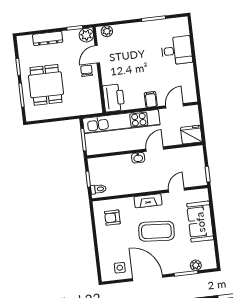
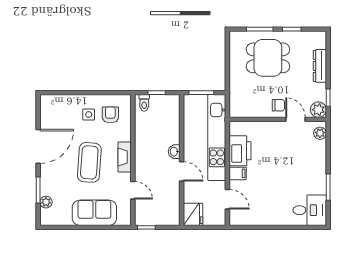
desk: (177, 51) -> (310, 210), moved, turned -90
printer: (114, 98) -> (240, 151), moved, turned -90
side table: (120, 268) -> (89, 115), moved

